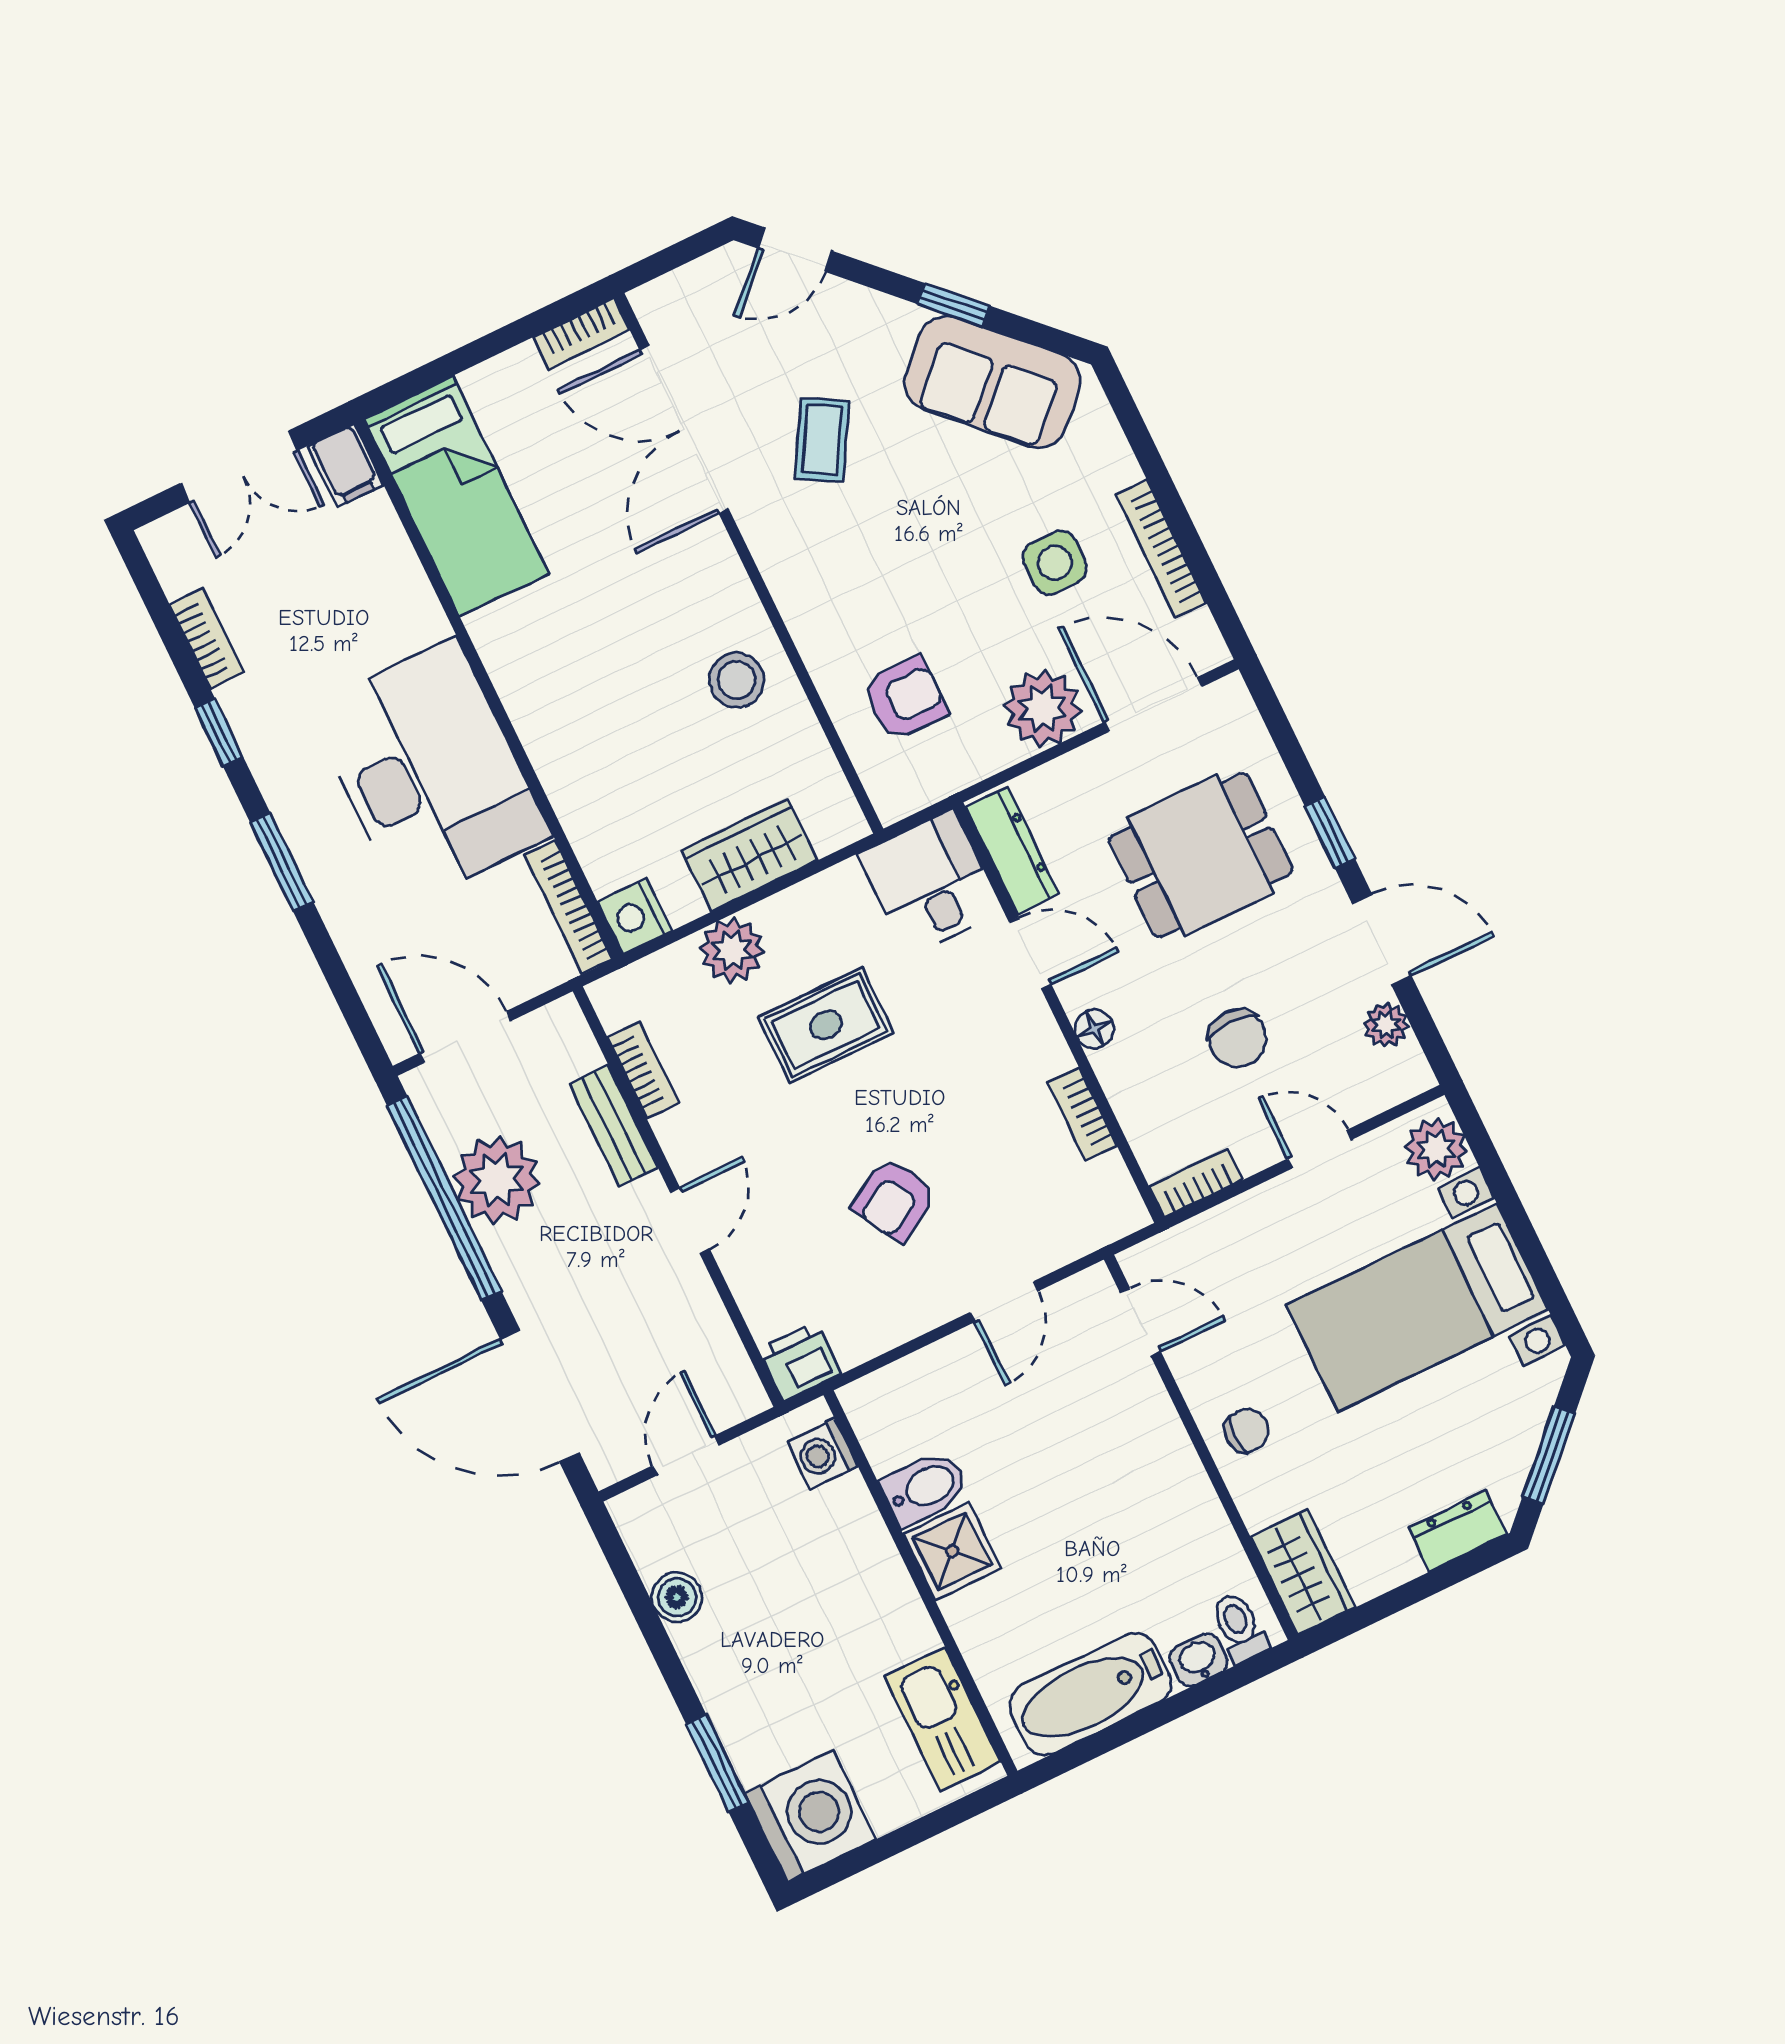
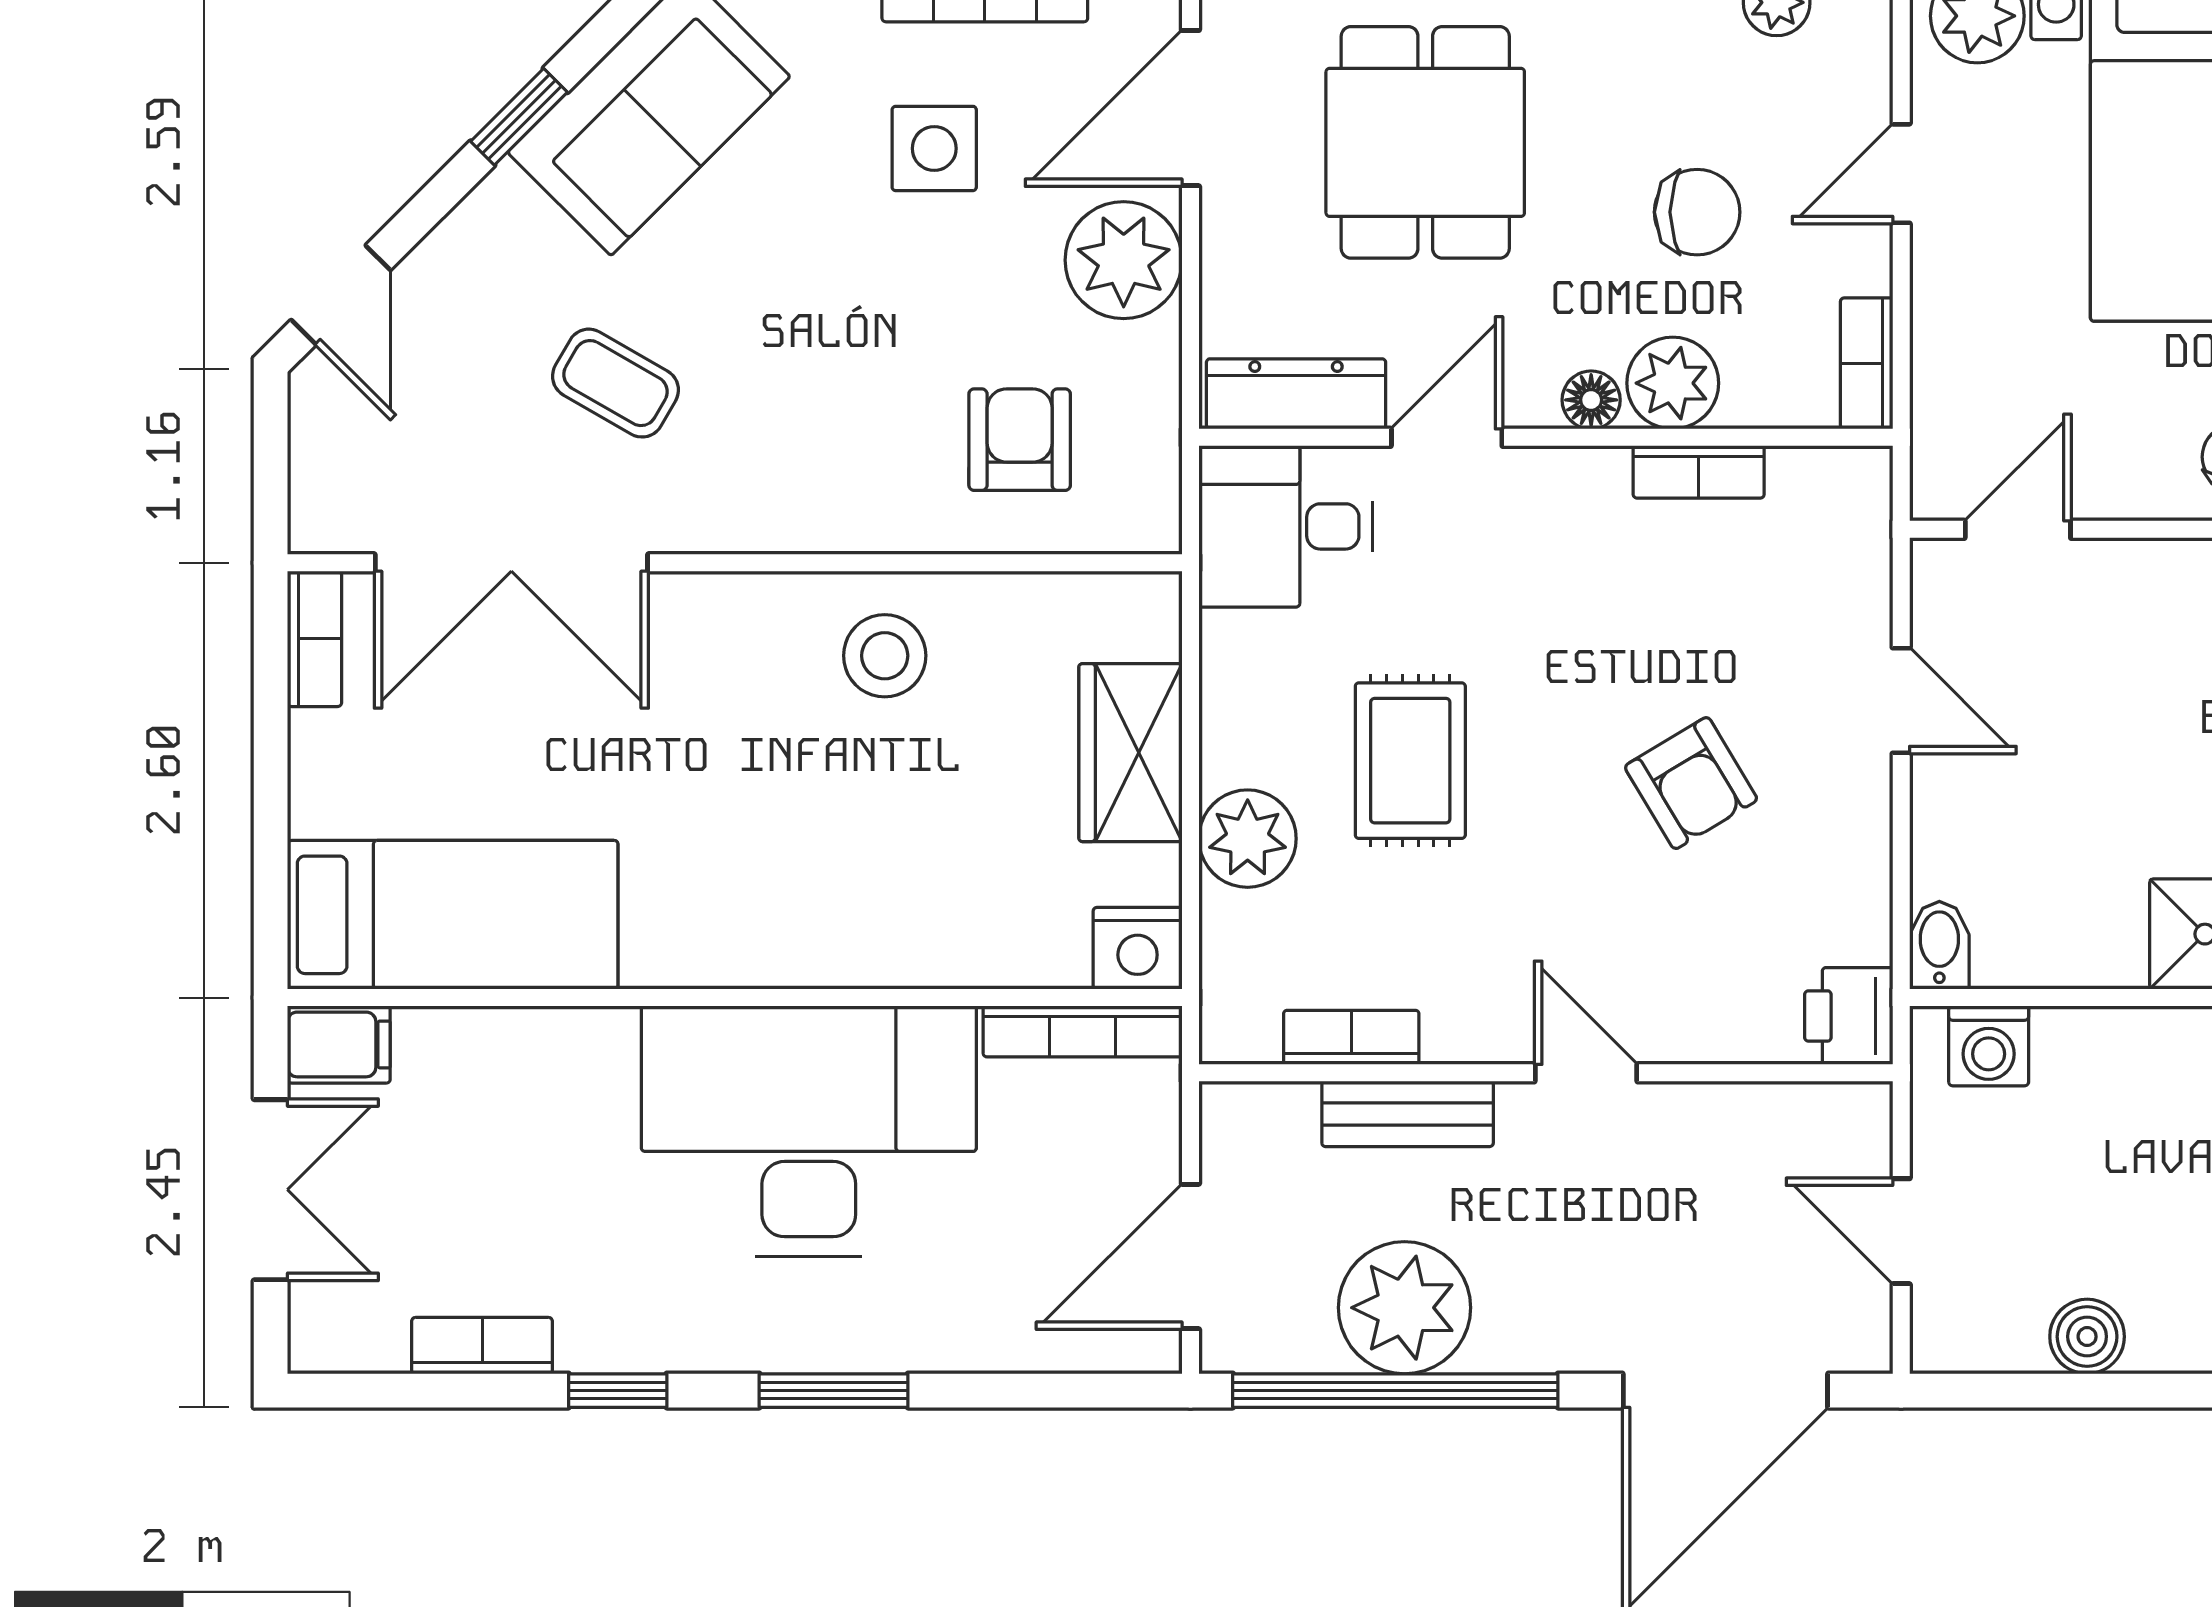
plant: (1128, 1073) -> (1673, 383), added
bidet: (925, 1488) -> (1939, 945), moved, width x0.72, depth x0.74

